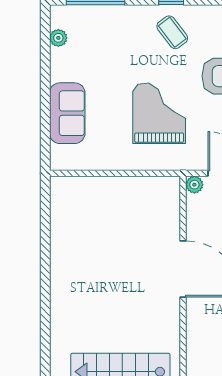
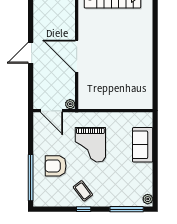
plant: (58, 38) -> (148, 199), moved

